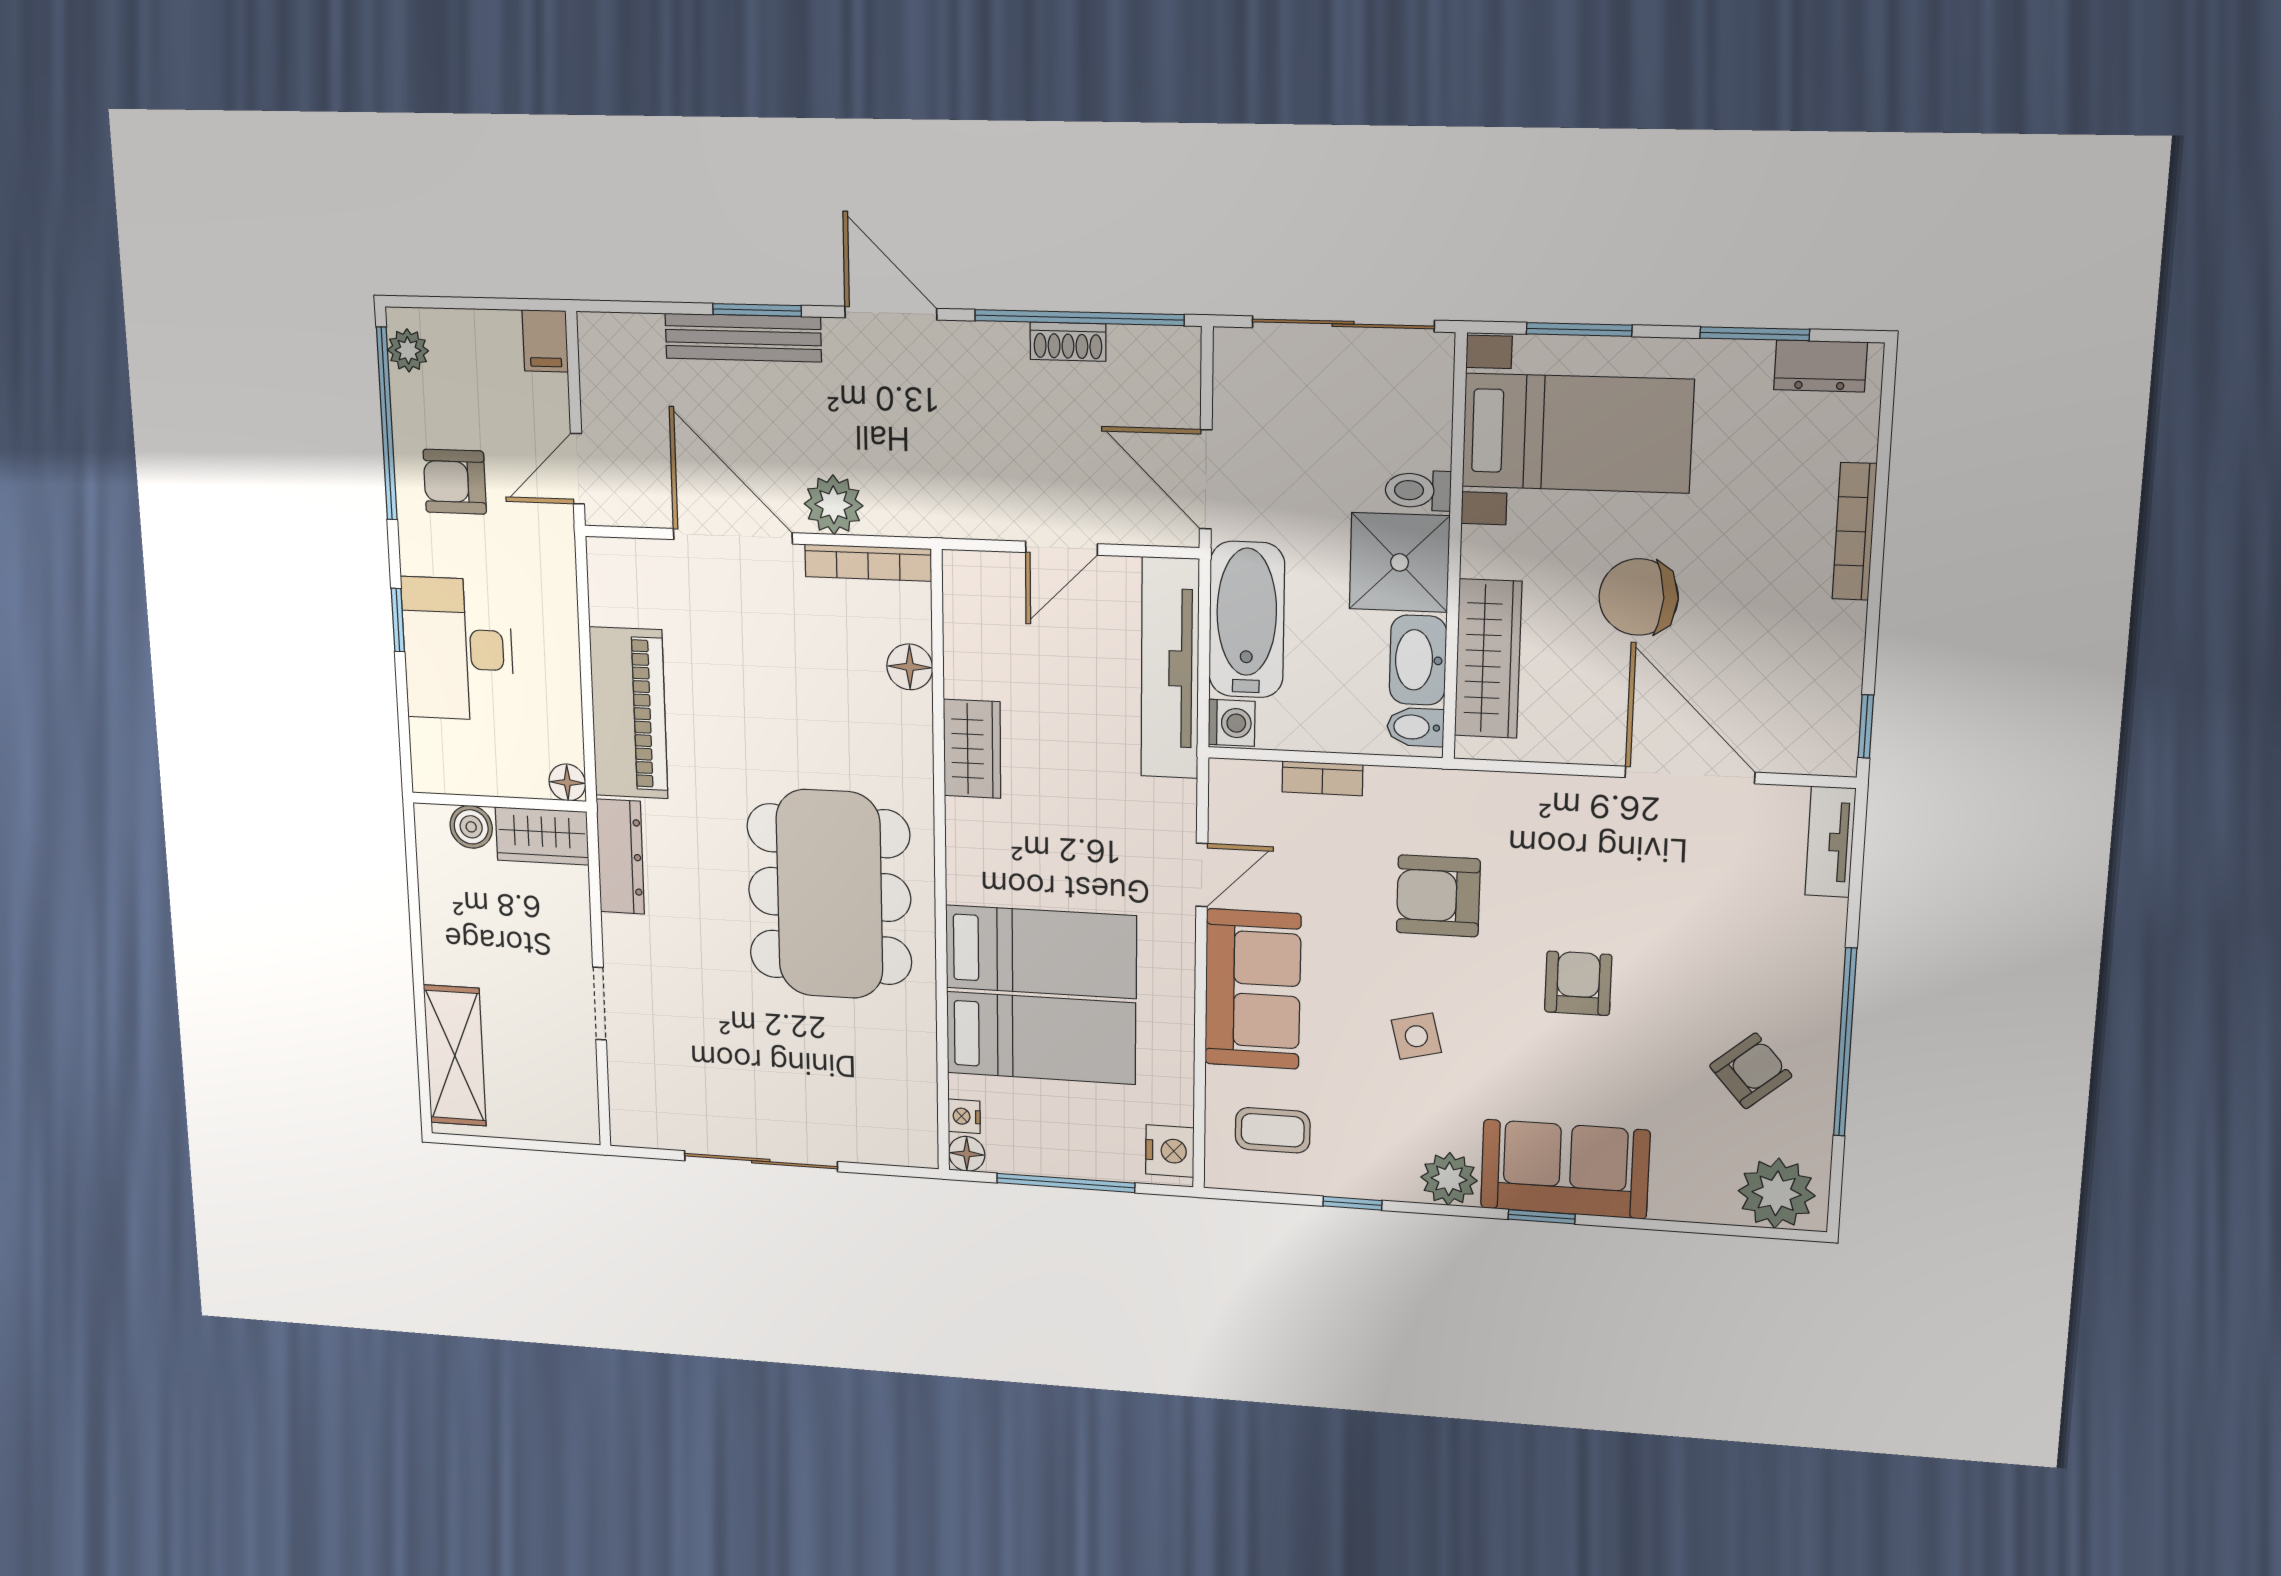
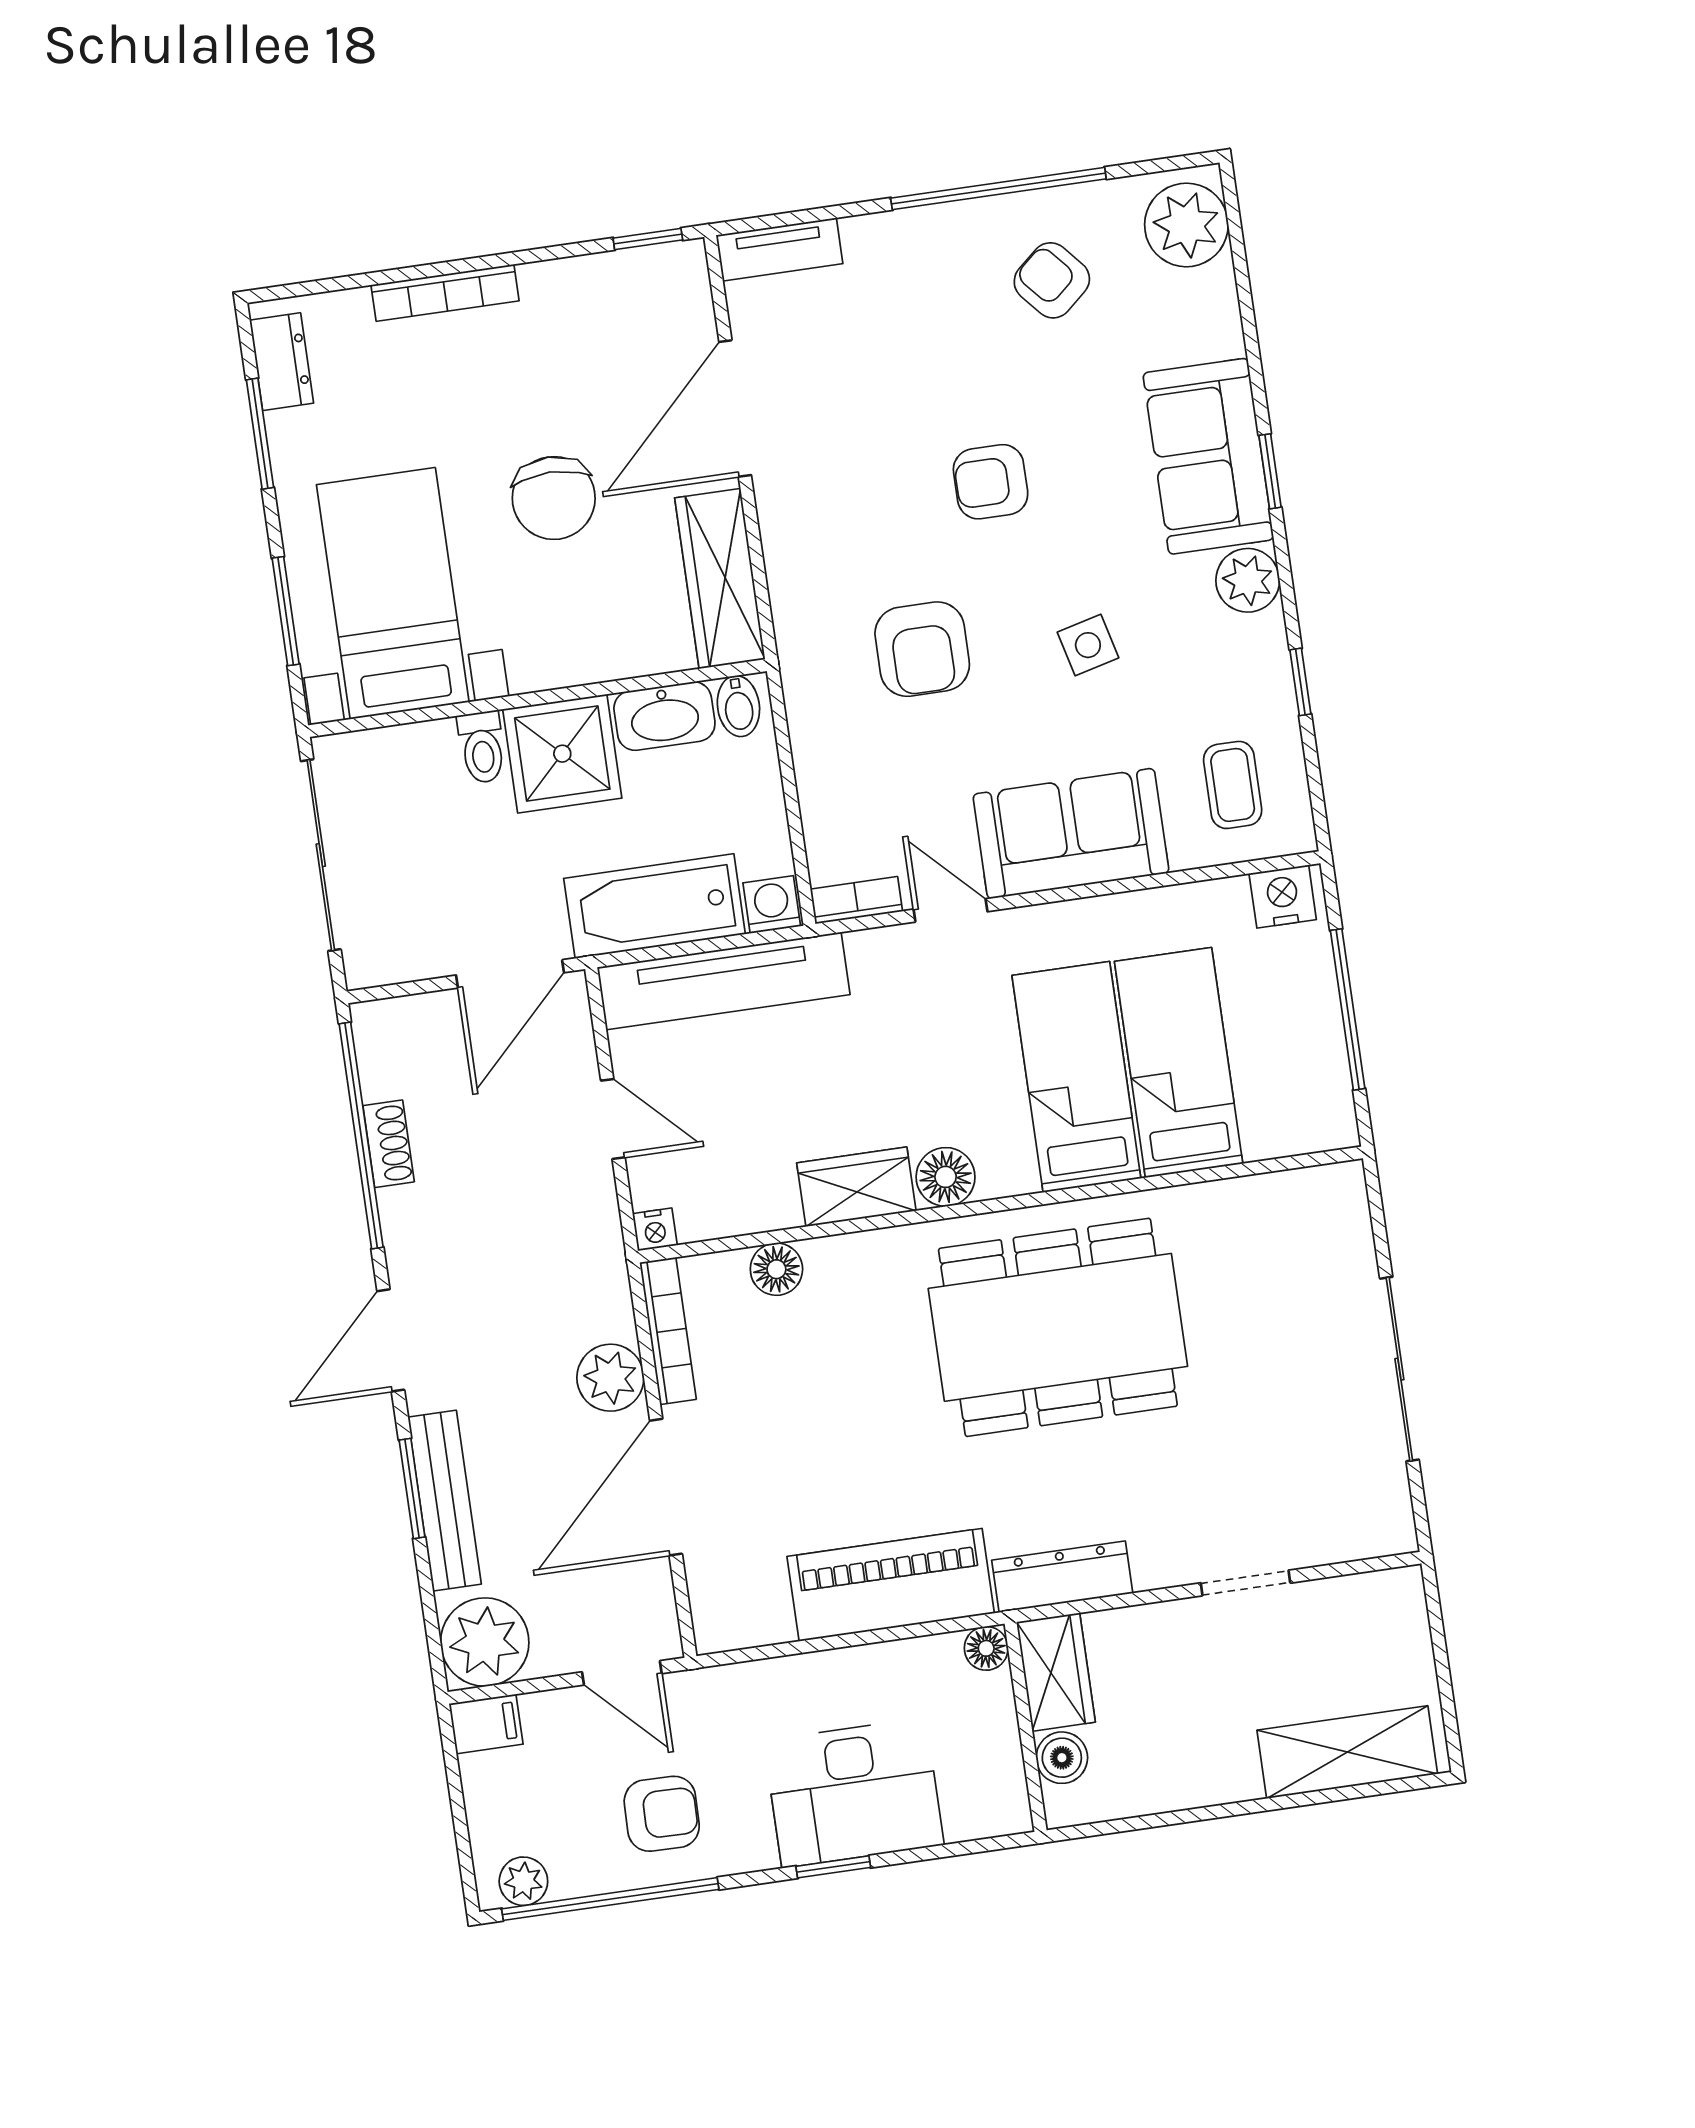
plant: (616, 352) -> (485, 1642), added
armchair: (455, 482) -> (662, 1814), turned -89
wardrobe: (1488, 659) -> (720, 579), moved, turned -90
bookcase: (1322, 778) -> (856, 900), moved, turned -90
nightstand: (964, 1116) -> (655, 1229), moved
floor lamp: (967, 1154) -> (946, 1177), moved, width x1.37, depth x1.37

